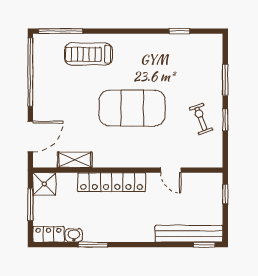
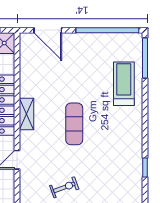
exercise mat: (132, 108) -> (74, 124), width x0.50, depth x0.69
shelving: (75, 160) -> (27, 114), moved

